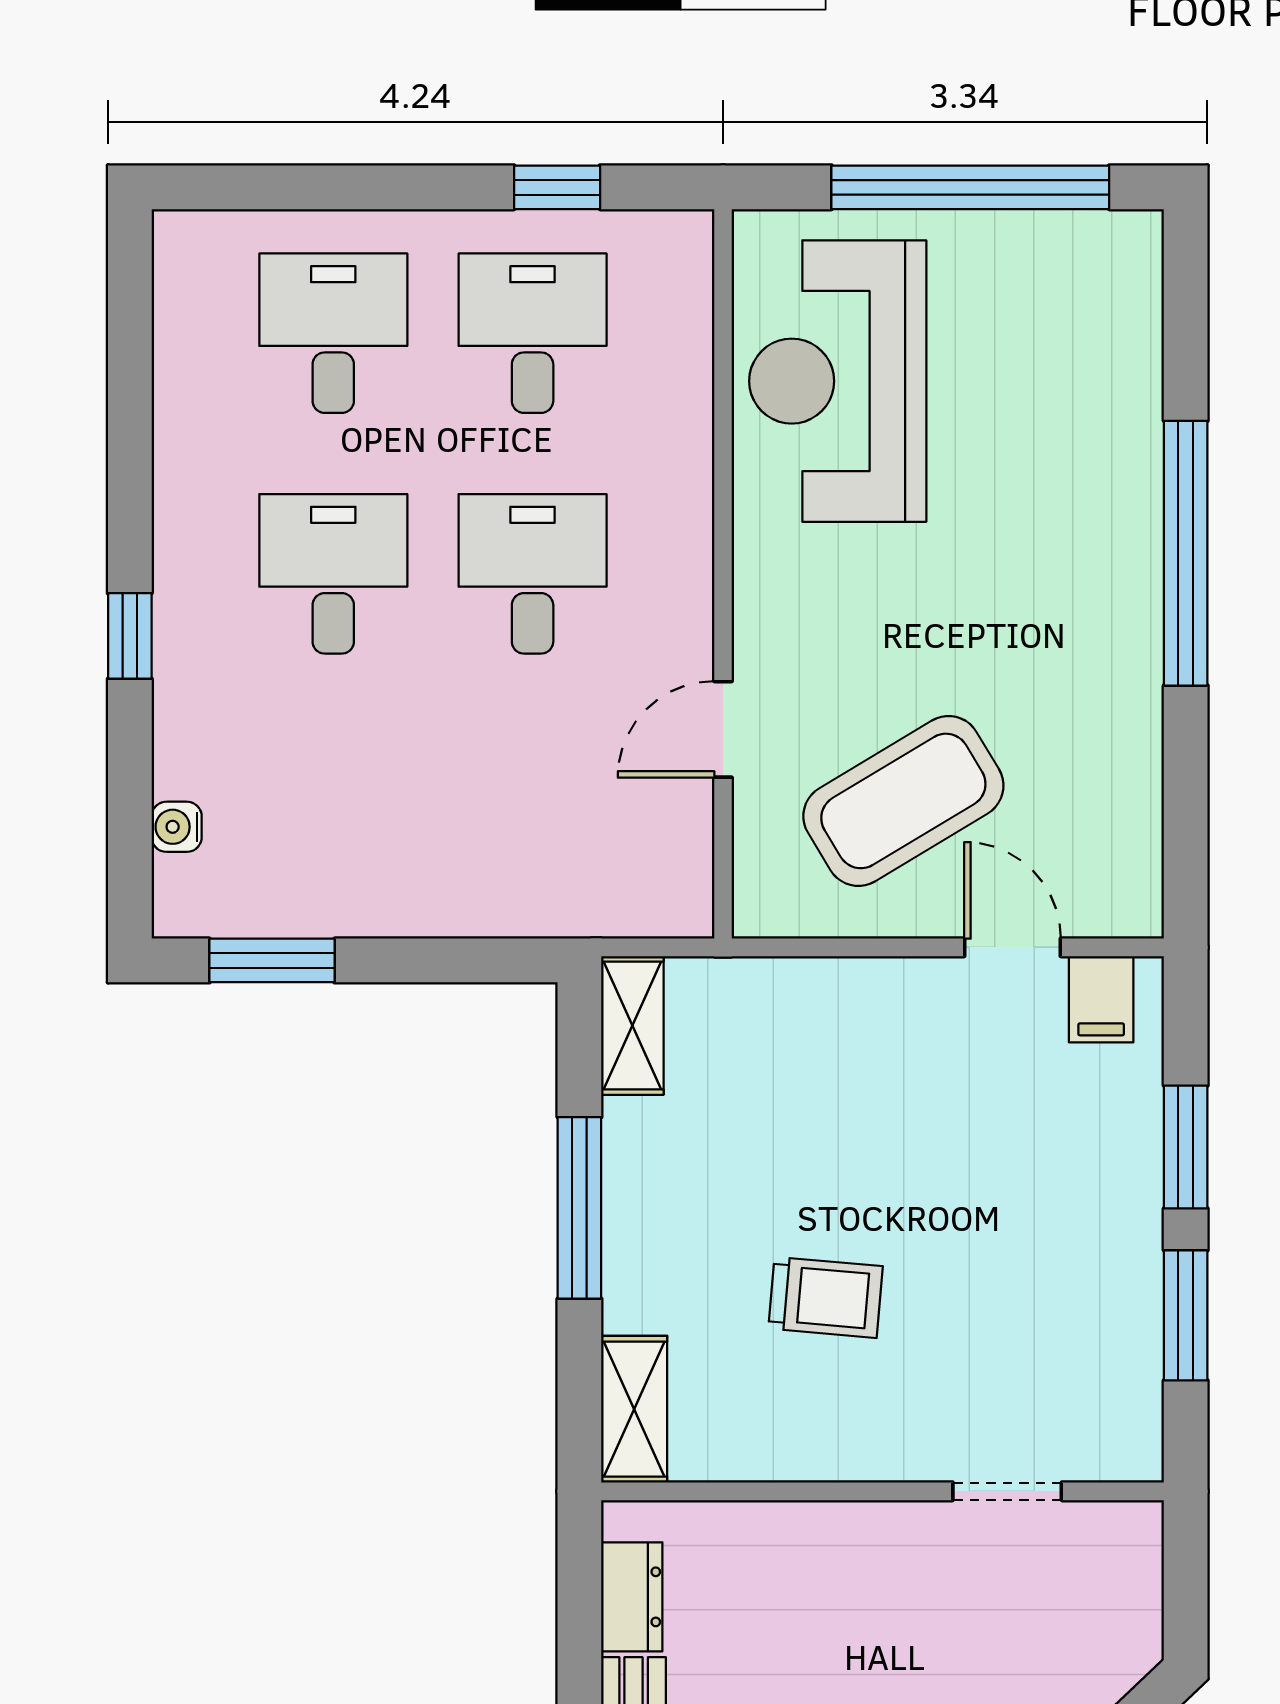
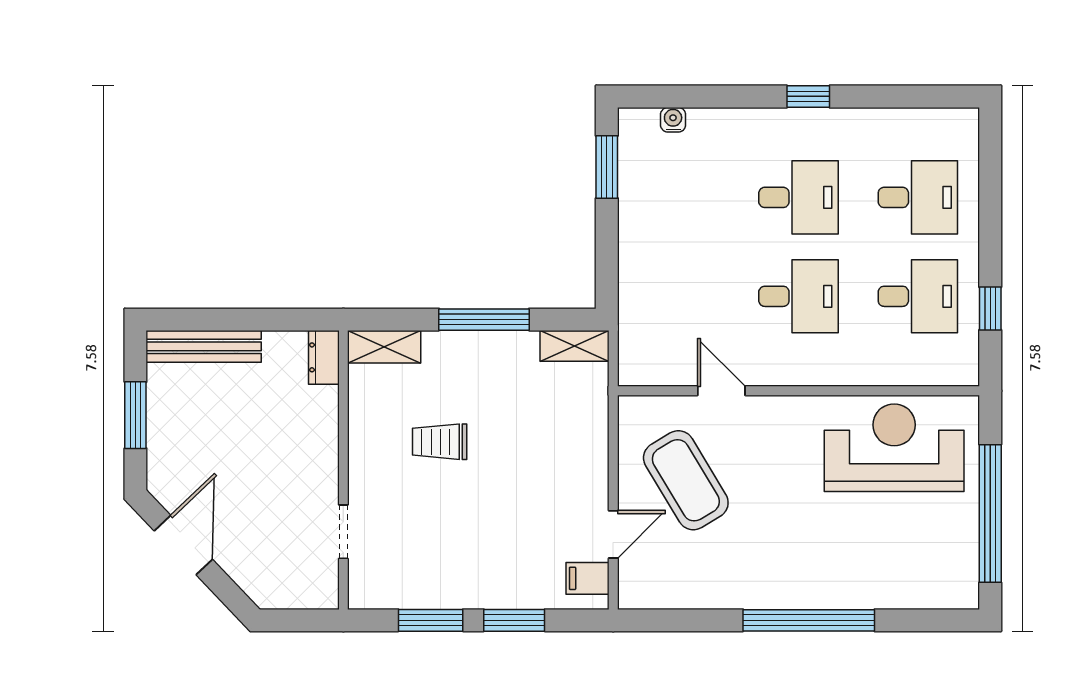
window: (130, 636) -> (808, 96), moved
trolley: (826, 1297) -> (440, 442), turned 85
dresser: (632, 1597) -> (324, 357), moved, turned 90

